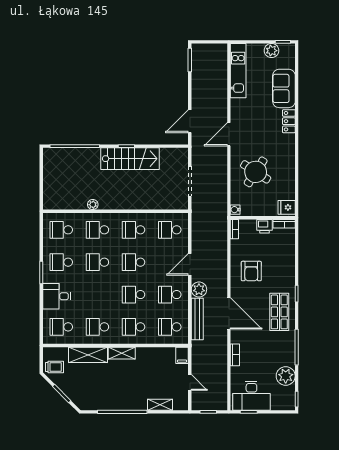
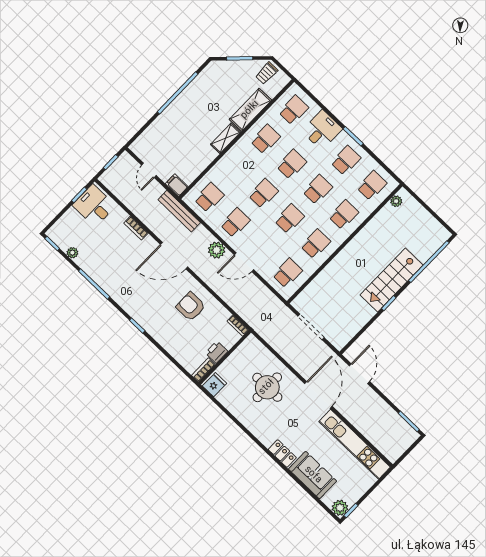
plant: (271, 51) -> (340, 508), moved
kitchen unit: (238, 71) -> (355, 444), width x1.36
door: (229, 134) -> (318, 395), width x1.36
stairs: (130, 159) -> (392, 280), moved
round table: (256, 172) -> (267, 387), turned -33
plant: (93, 205) -> (396, 201), moved
water cooler: (235, 210) -> (253, 341), removed
door: (190, 264) -> (244, 262), swing flipped
shop shelf: (279, 312) -> (136, 297), removed
bench: (197, 319) -> (179, 211), moved
school desk: (134, 327) -> (292, 164), moved
plant: (286, 376) -> (72, 253), width x0.53, depth x0.53
door: (190, 382) -> (149, 170), hinge flipped
desk: (251, 396) -> (94, 206), width x0.73
shelving: (160, 405) -> (154, 129), removed

